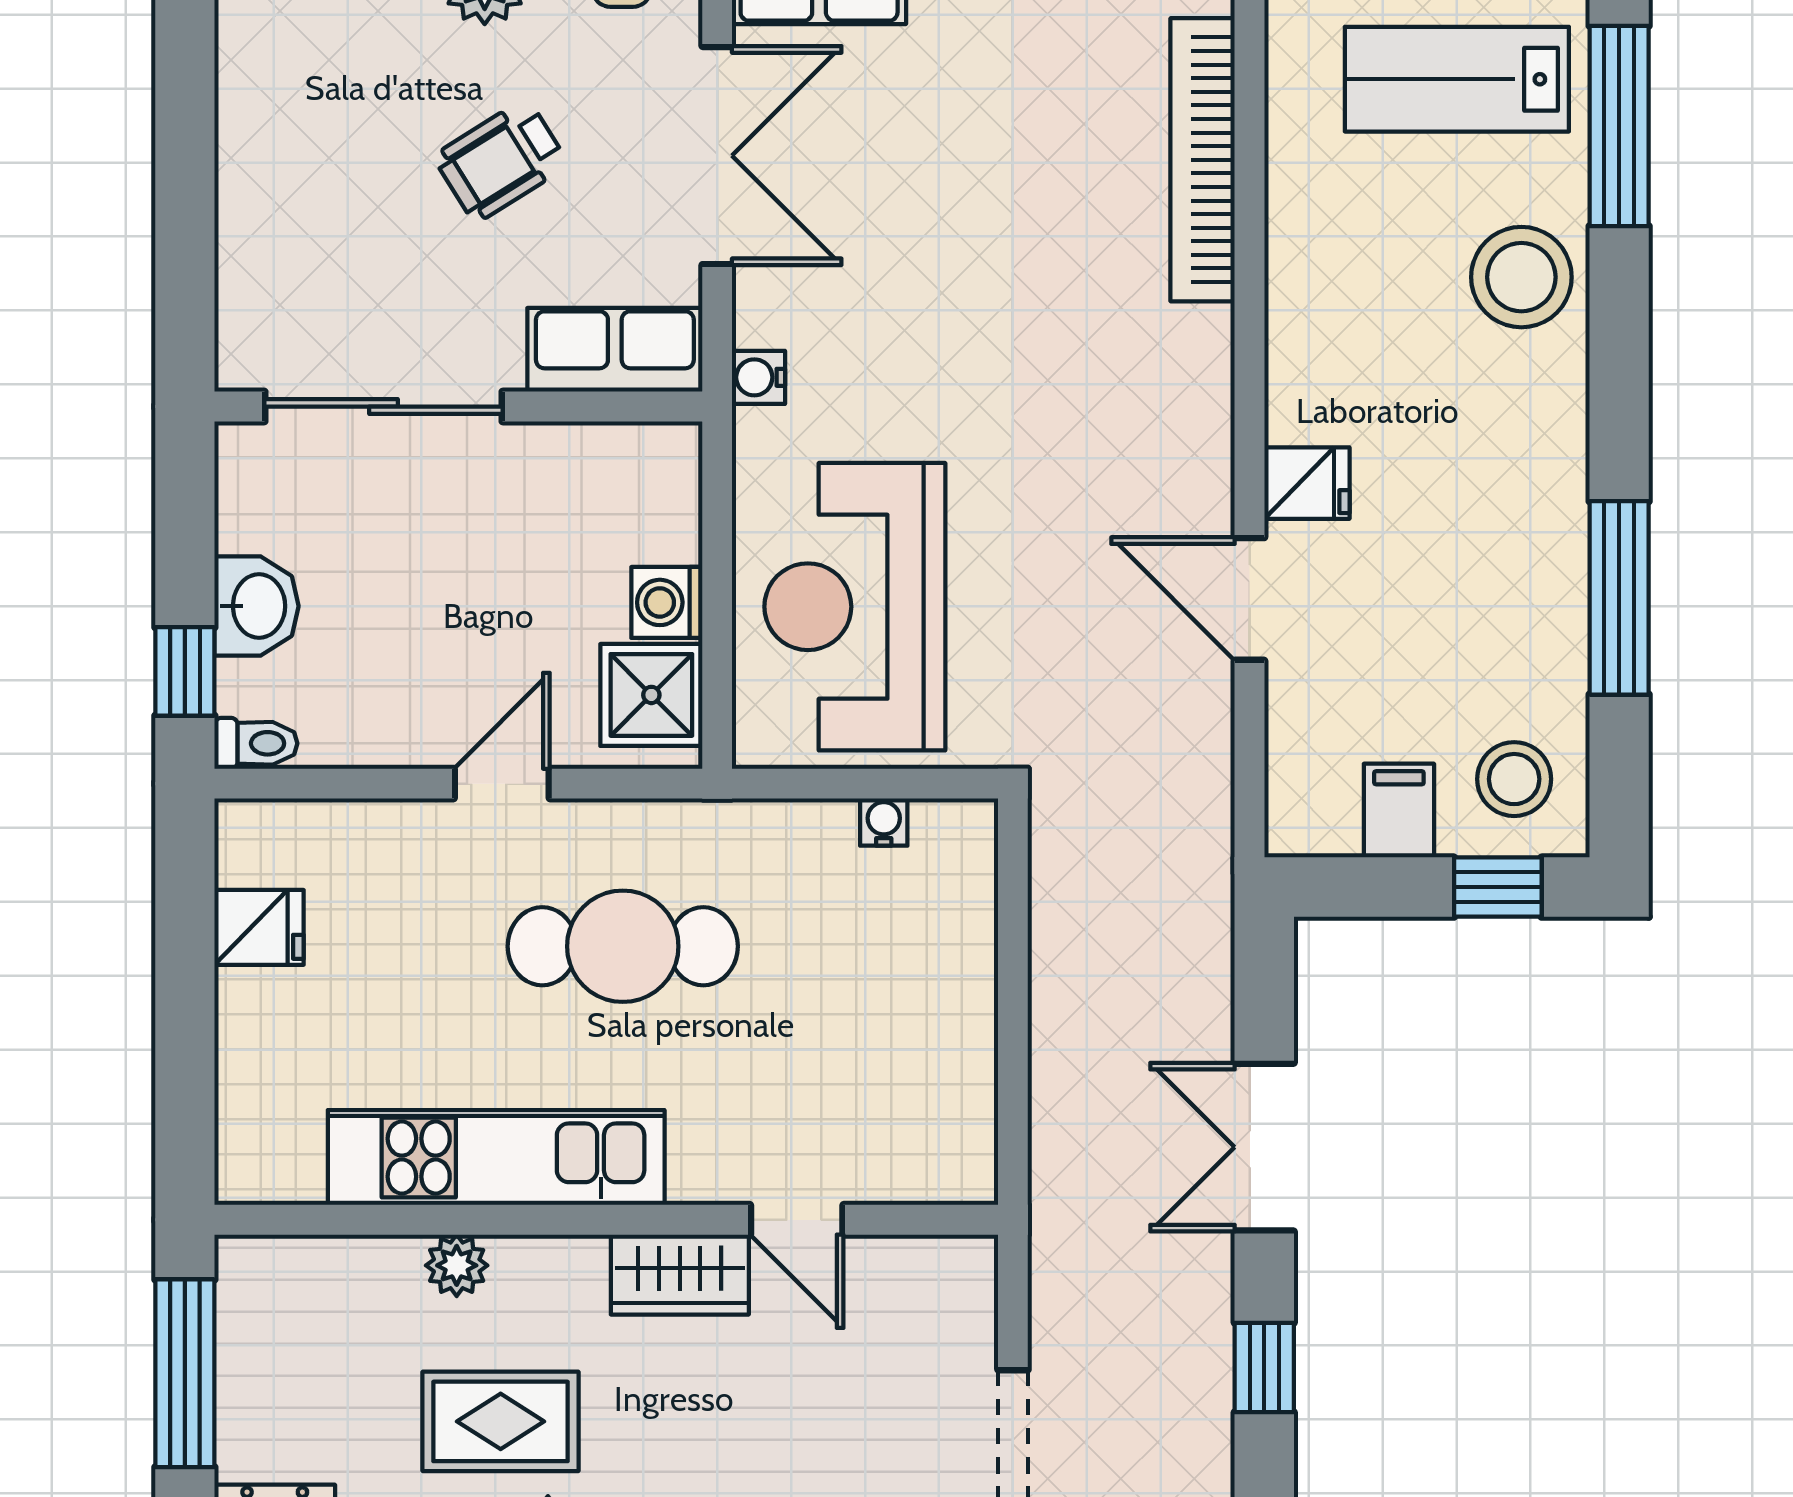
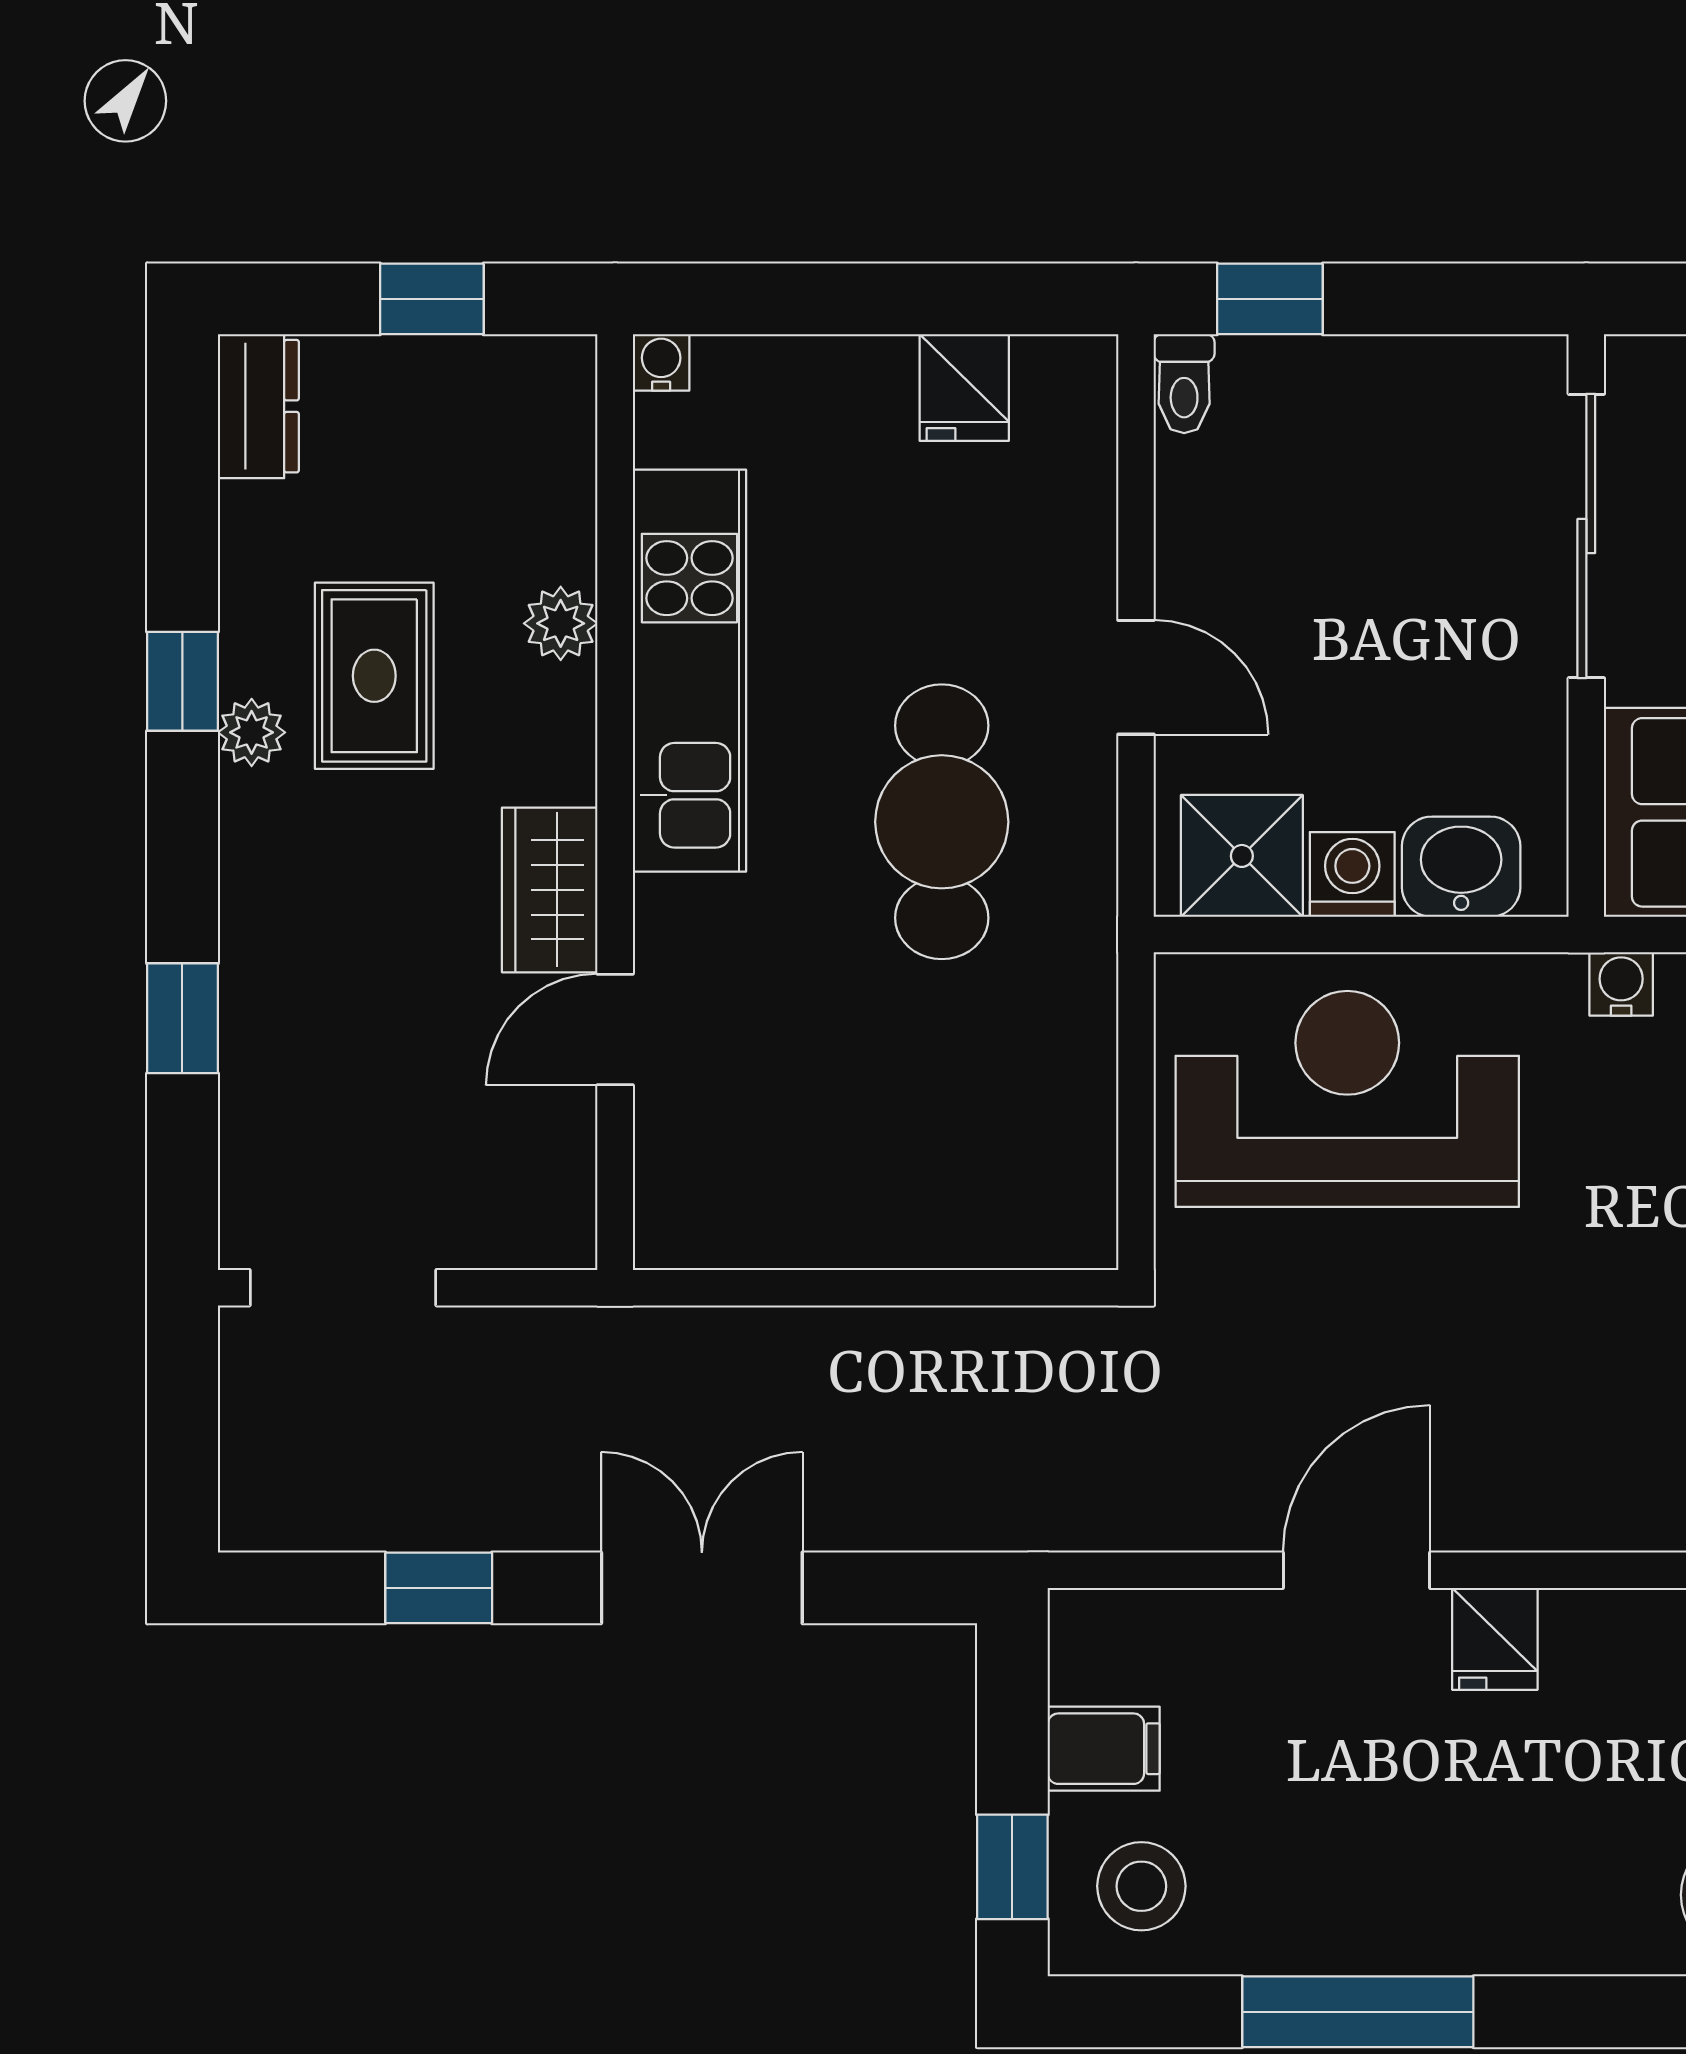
washbasin: (256, 606) -> (1461, 867), moved, turned 180
water cooler: (884, 822) -> (661, 362), moved, turned -90
window: (185, 1373) -> (432, 299), width x0.46

